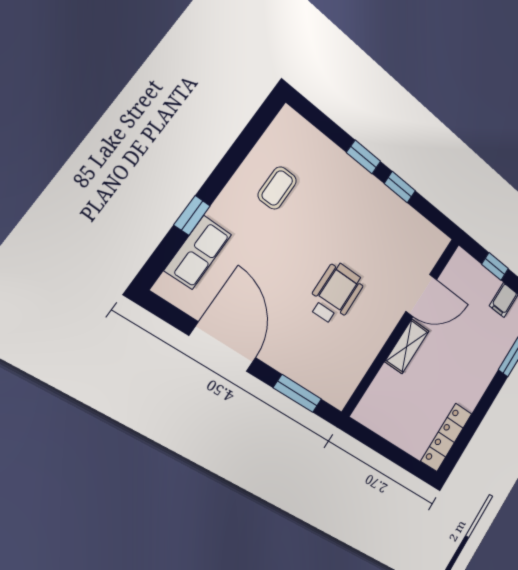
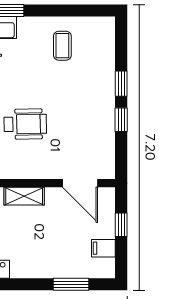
coffee table: (277, 188) -> (62, 46), turned 90
door: (421, 295) -> (80, 183), moved

